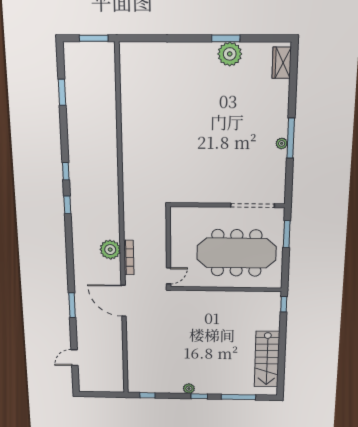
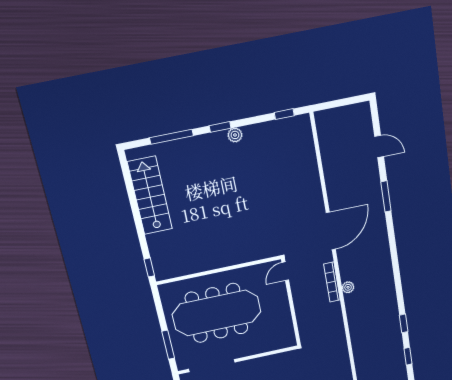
plant: (110, 250) -> (348, 287), width x0.53, depth x0.53
door: (124, 301) -> (331, 231), hinge flipped
window: (72, 305) -> (386, 196), moved
door: (75, 358) -> (379, 146), hinge flipped

